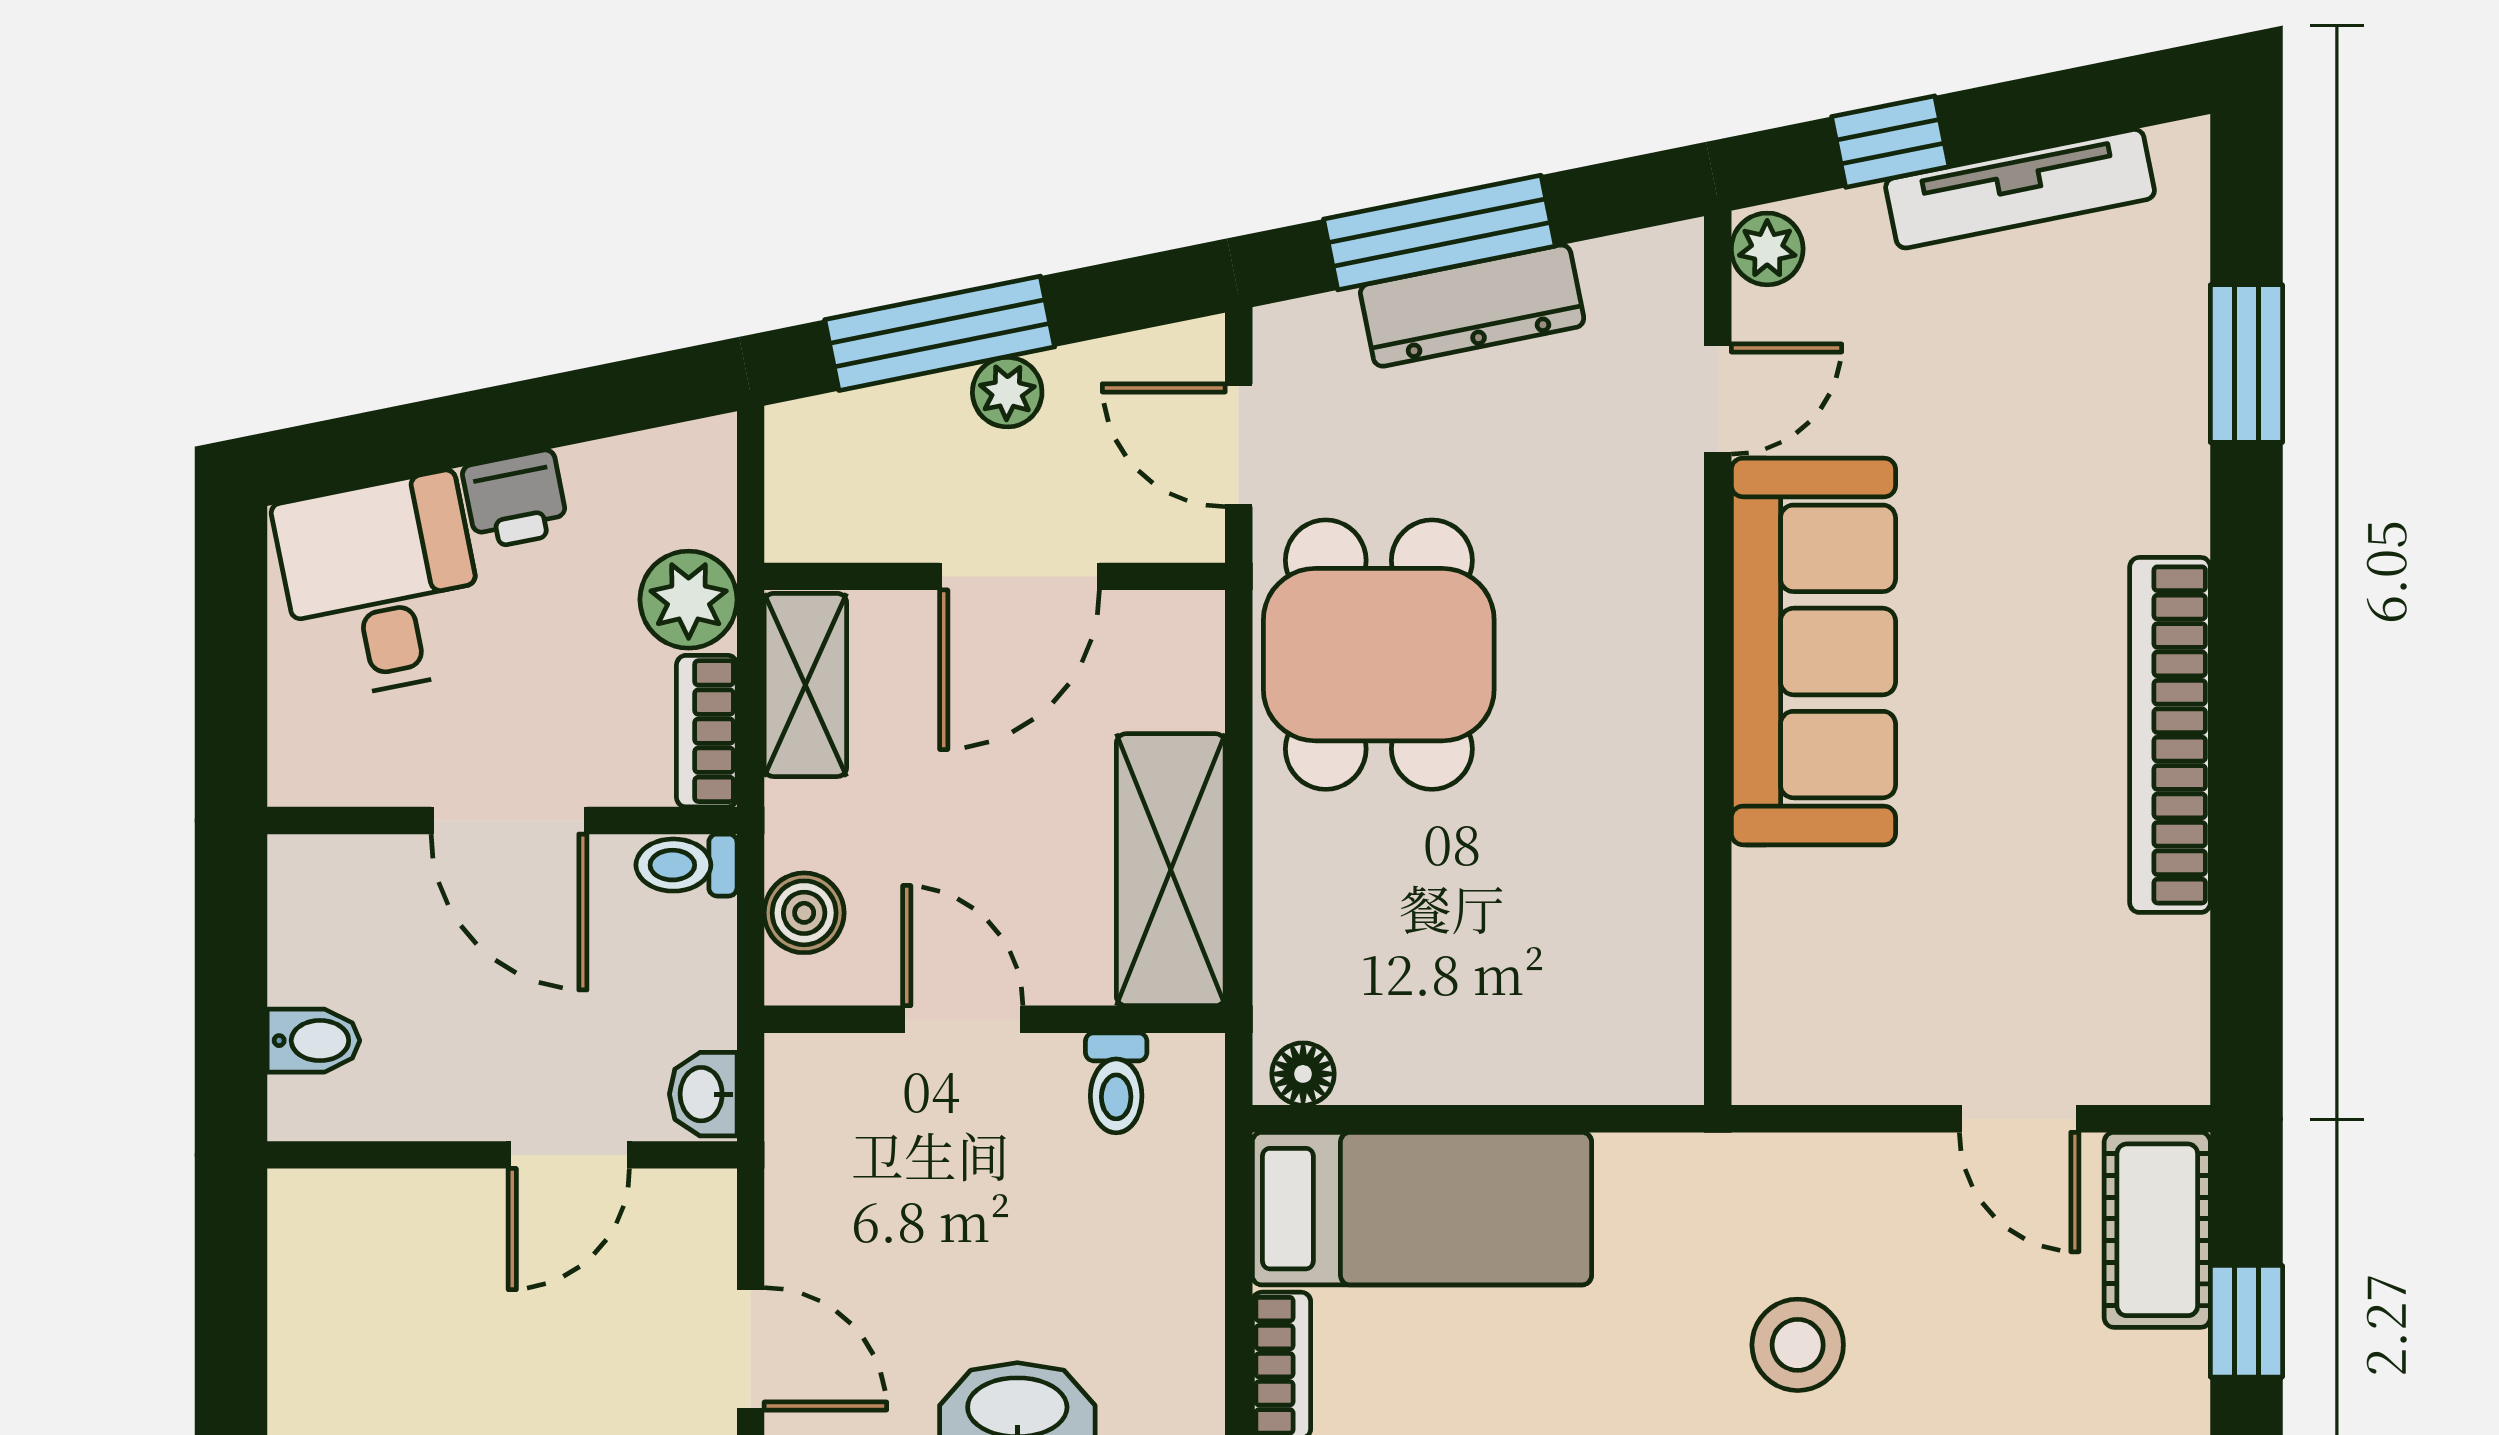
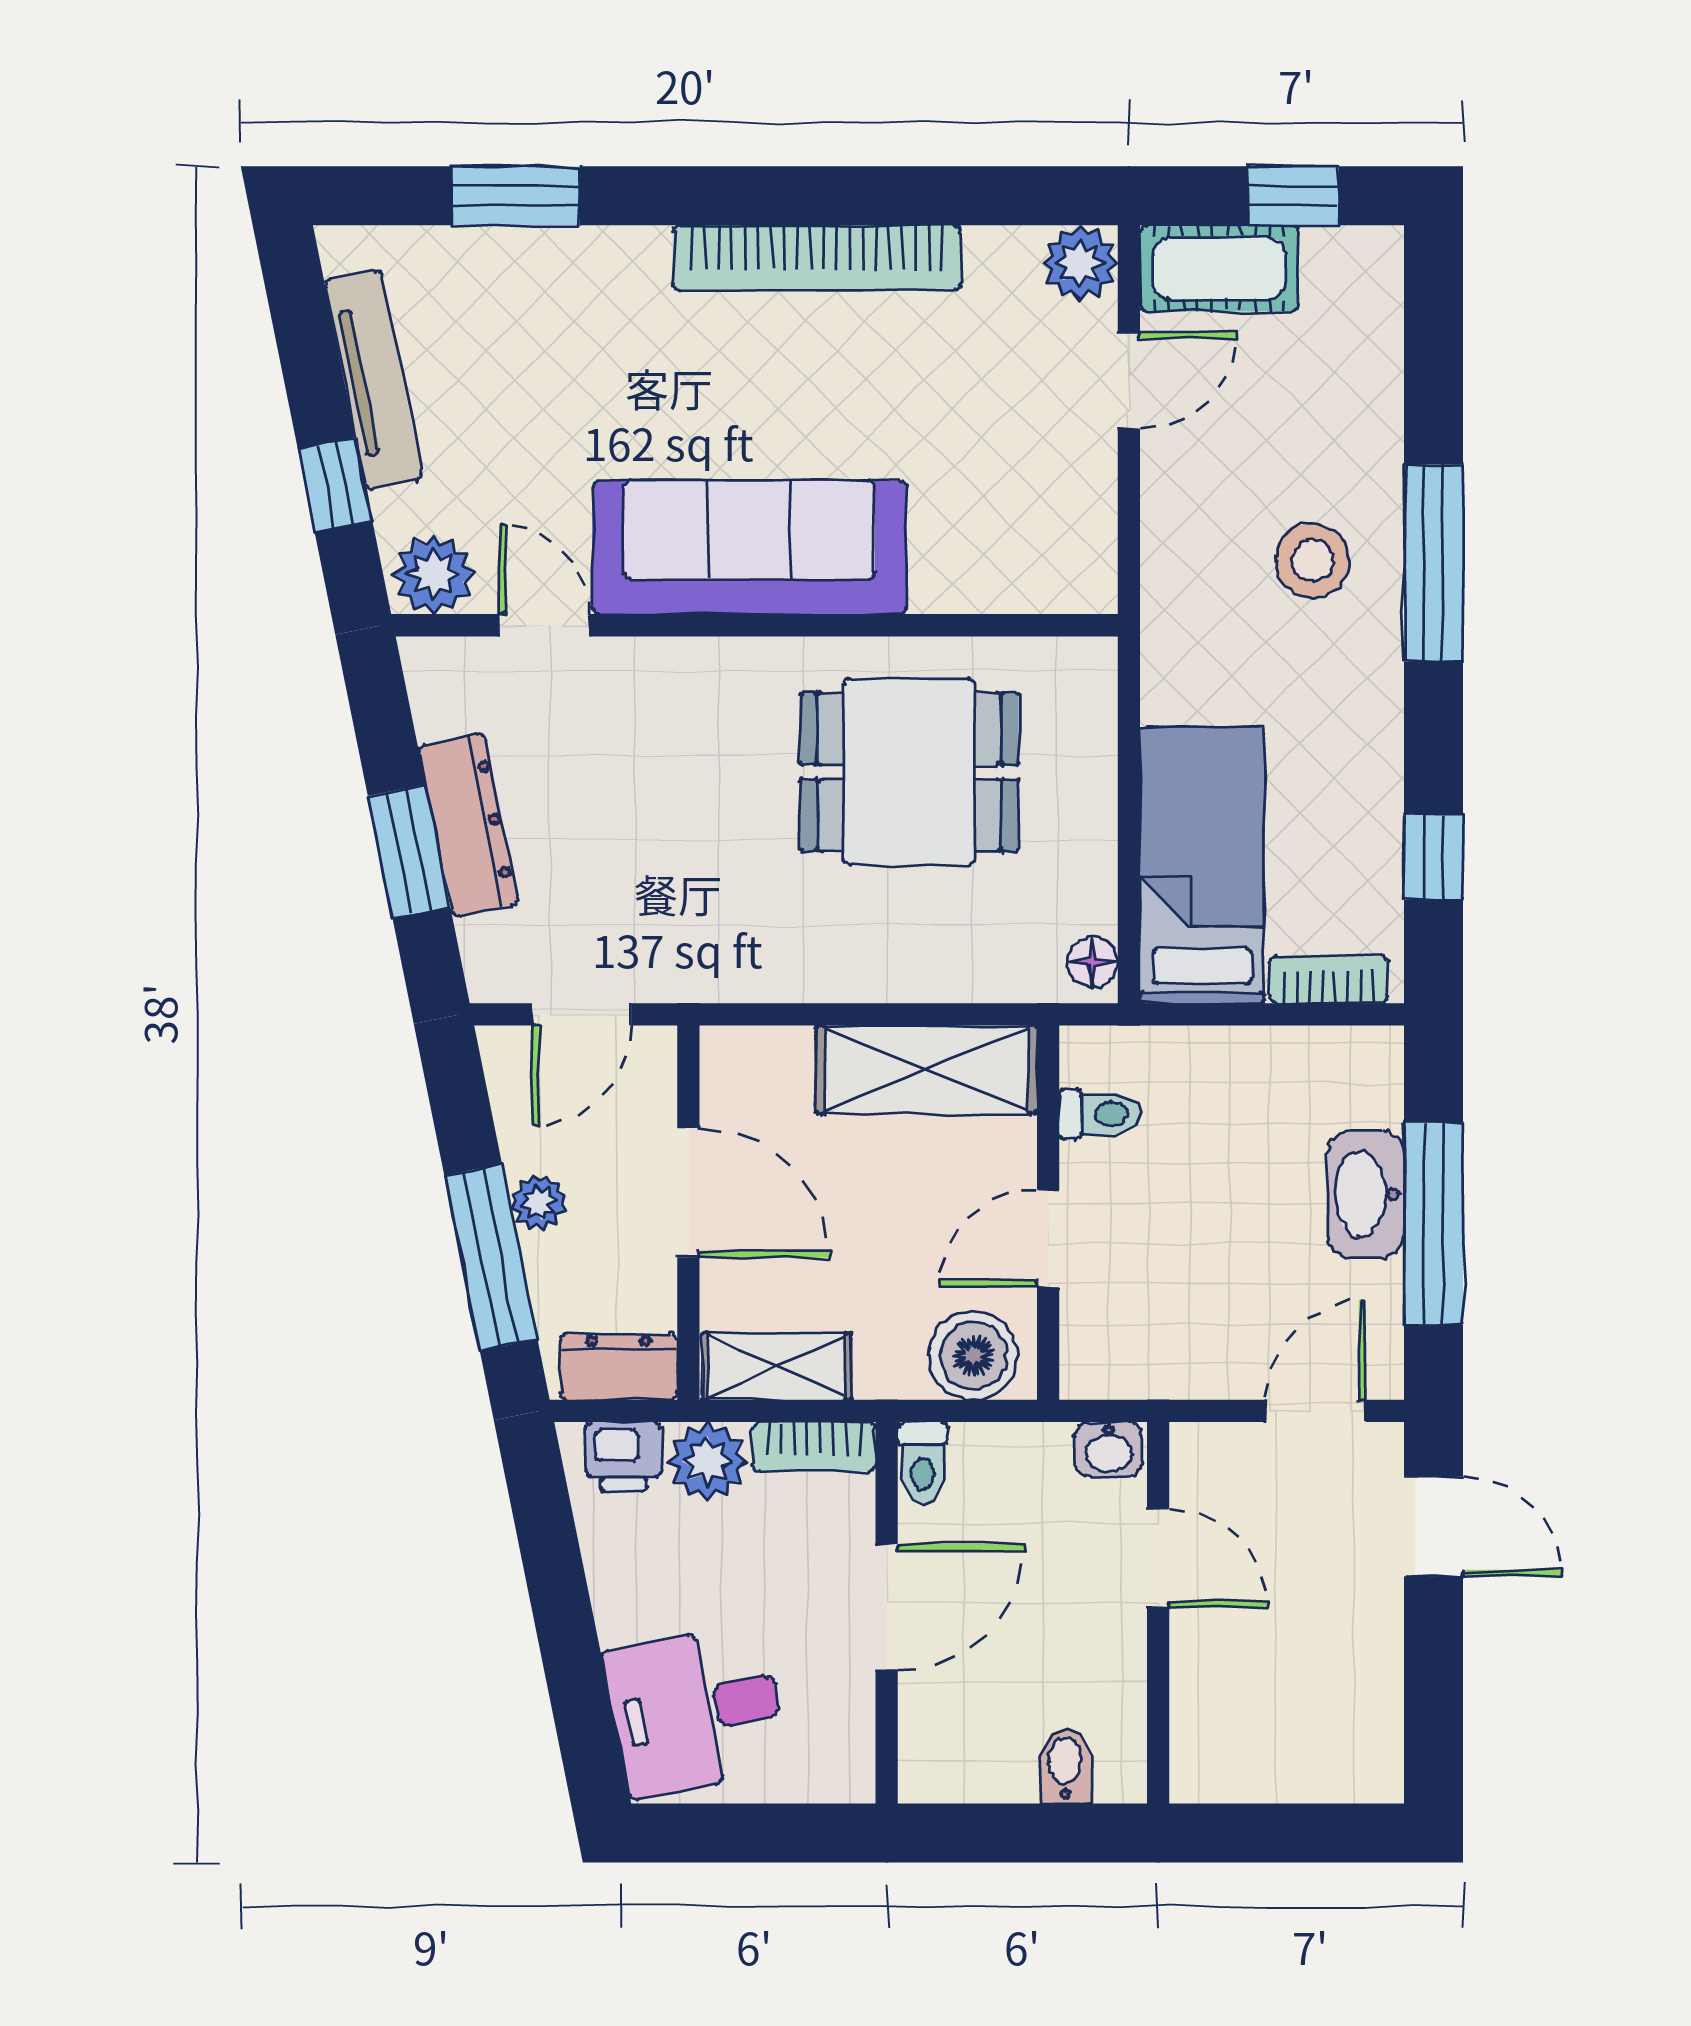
window: (1439, 233) -> (409, 851), width x0.69
plant: (1767, 249) -> (433, 574), width x1.38, depth x1.38
dresser: (805, 491) -> (619, 1367), added
printer: (515, 499) -> (624, 1457), moved, turned 101
dining table: (1379, 655) -> (909, 772), moved
boiler: (804, 913) -> (973, 1356), width x1.36, depth x1.36
plant: (2164, 1059) -> (1080, 263), added

